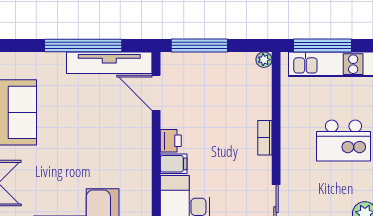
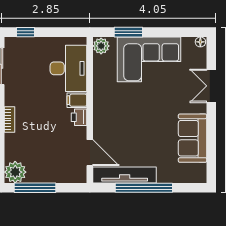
window: (199, 45) -> (35, 188), moved
plant: (264, 60) -> (15, 172), width x1.87, depth x1.87

